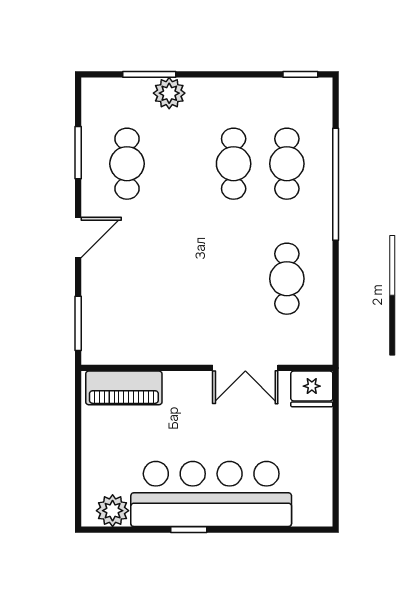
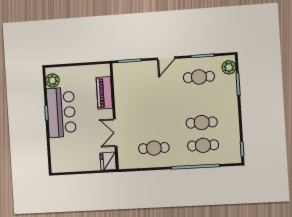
plant: (169, 93) -> (229, 67), moved
door: (78, 237) -> (166, 58), hinge flipped
piano: (124, 388) -> (104, 93), moved
bar counter: (211, 494) -> (61, 112), width x0.73

